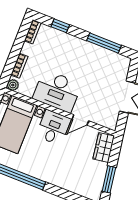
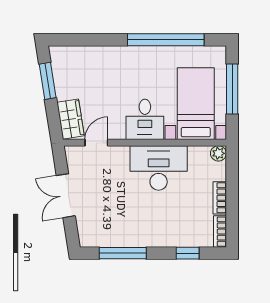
bookcase: (19, 66) -> (220, 198), moved
door: (80, 120) -> (96, 143), moved

